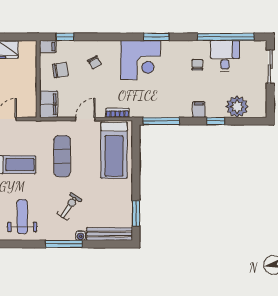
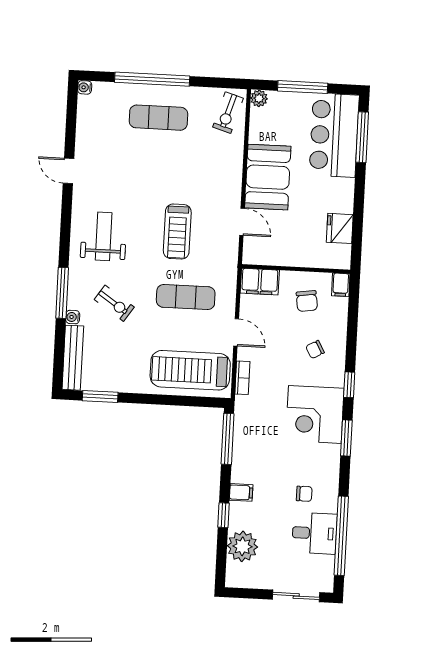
window: (65, 37) -> (349, 385), moved
weight bench: (22, 217) -> (104, 236), turned -90

